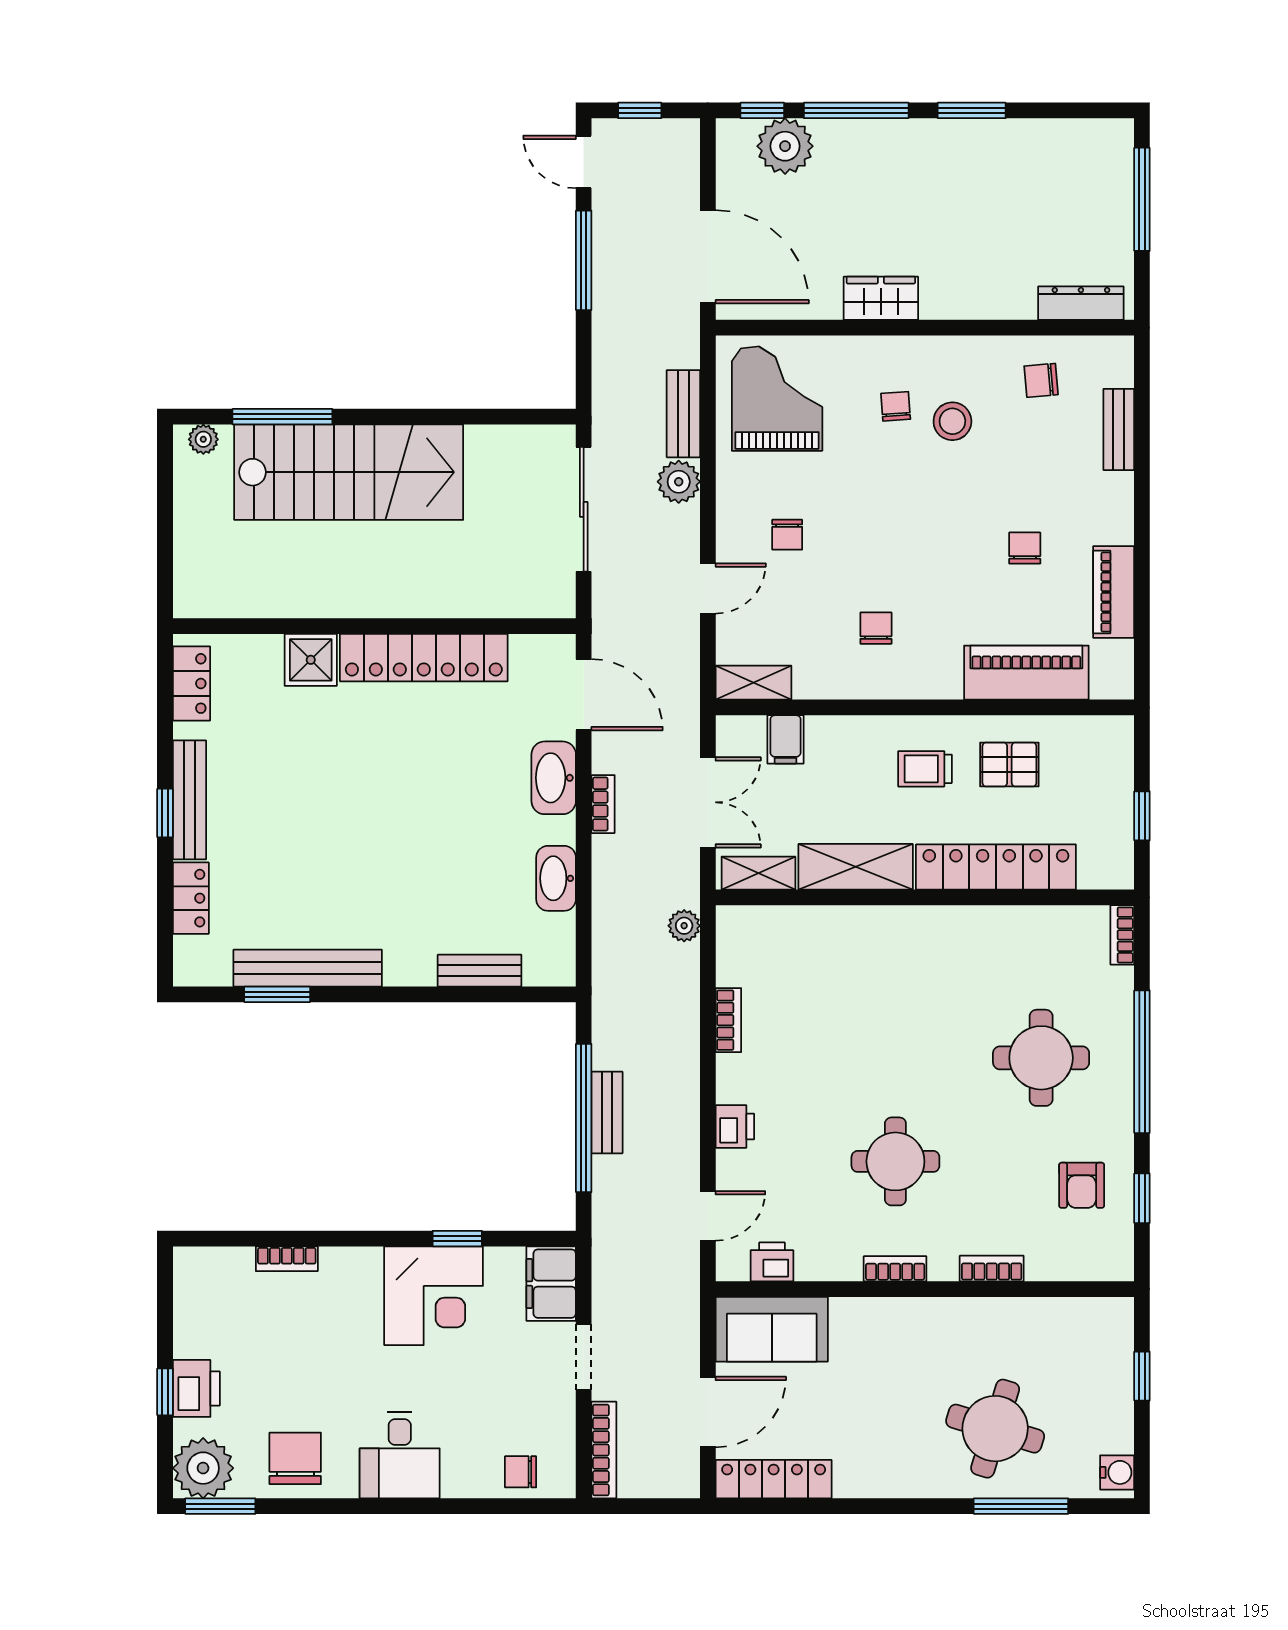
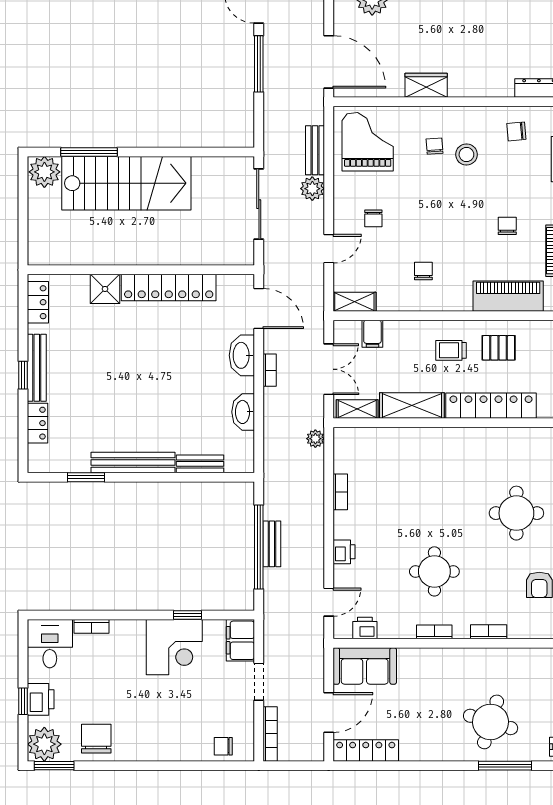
plant: (203, 439) -> (44, 172), width x1.88, depth x1.88
bench: (308, 968) -> (133, 463), moved
desk: (400, 1455) -> (50, 644), moved, turned 180

